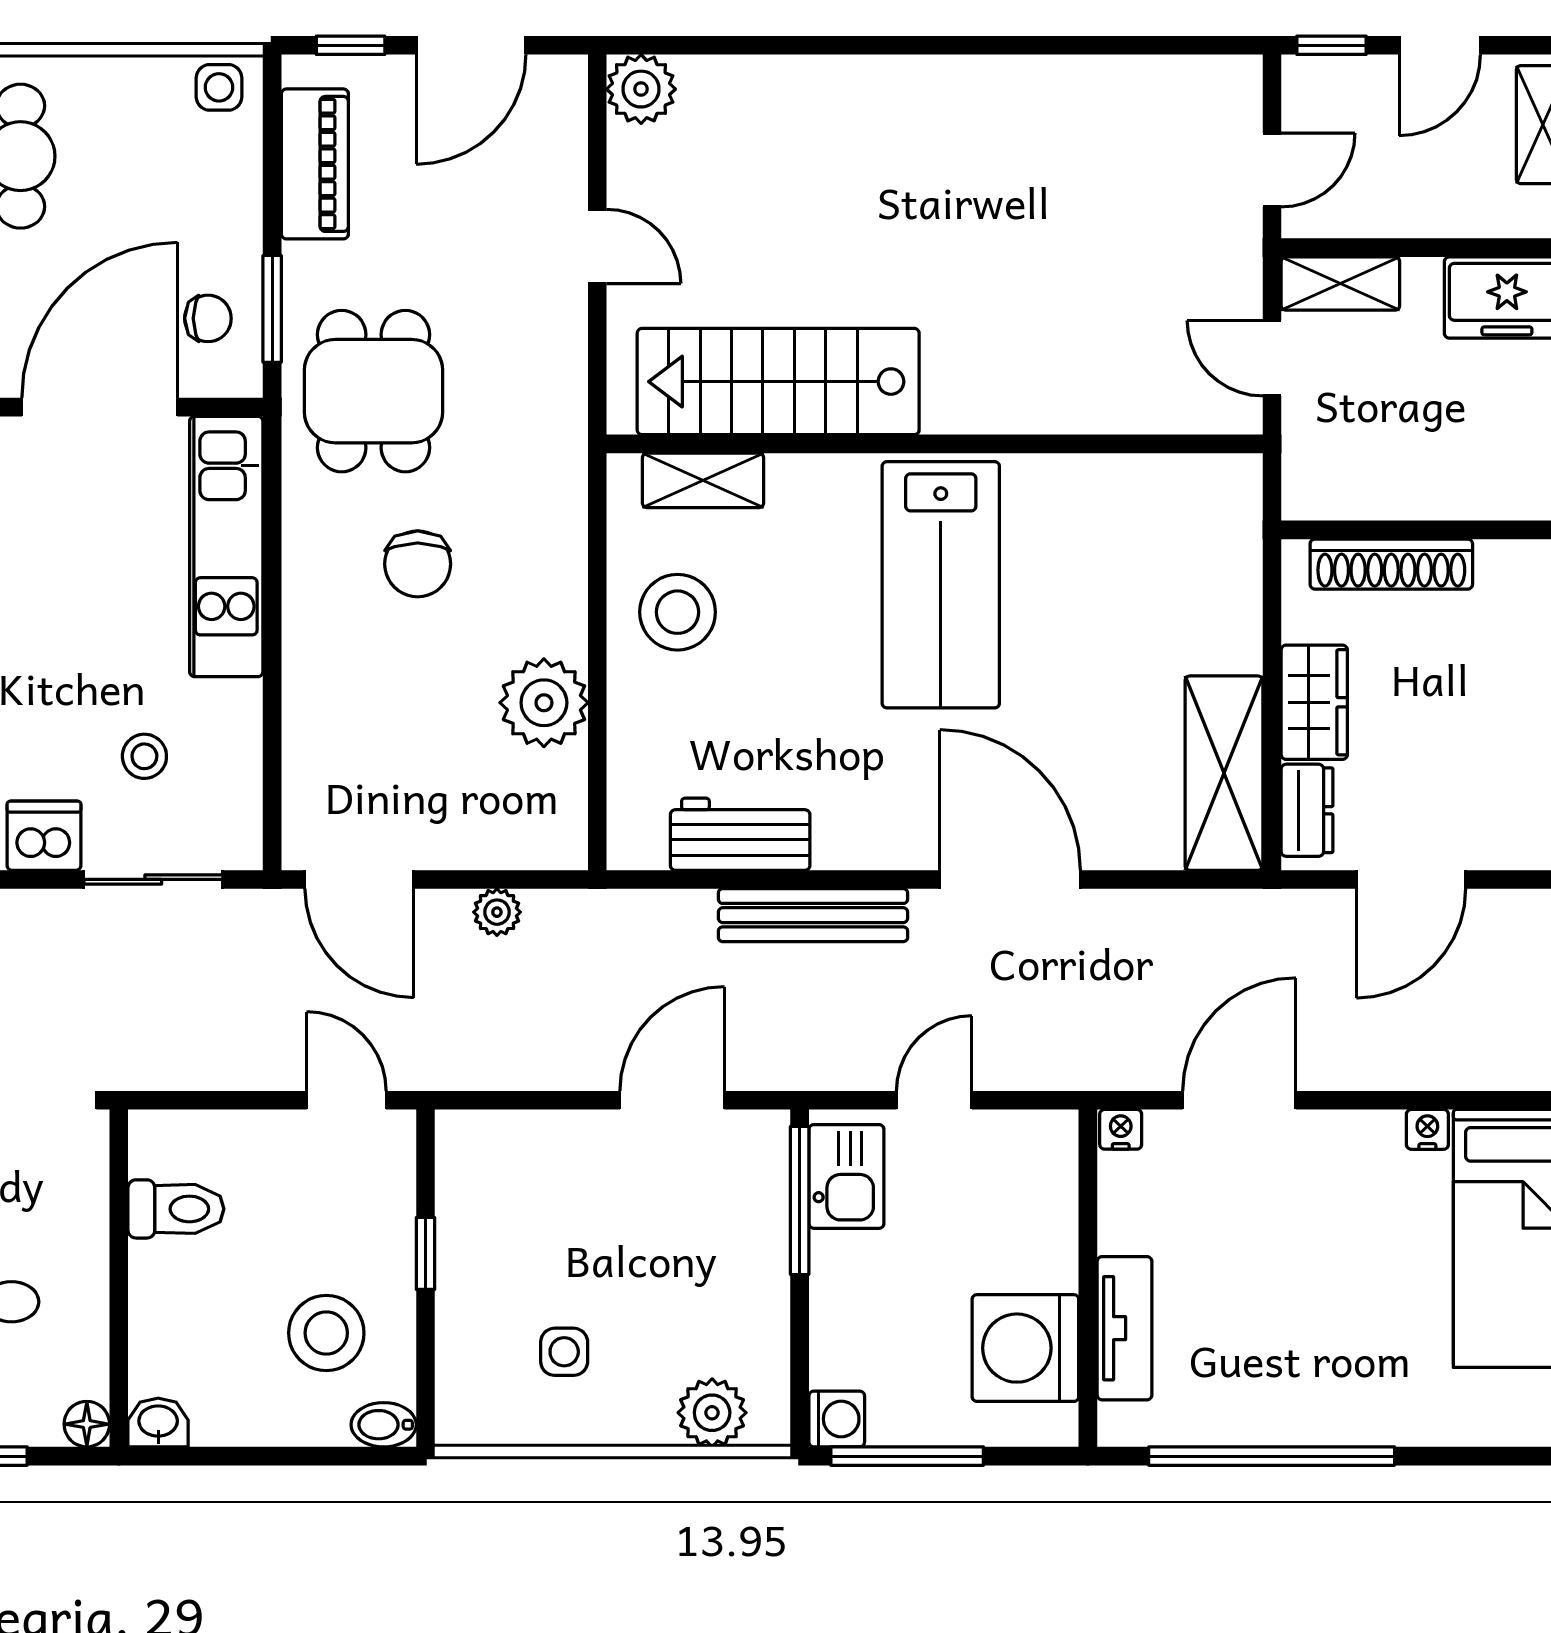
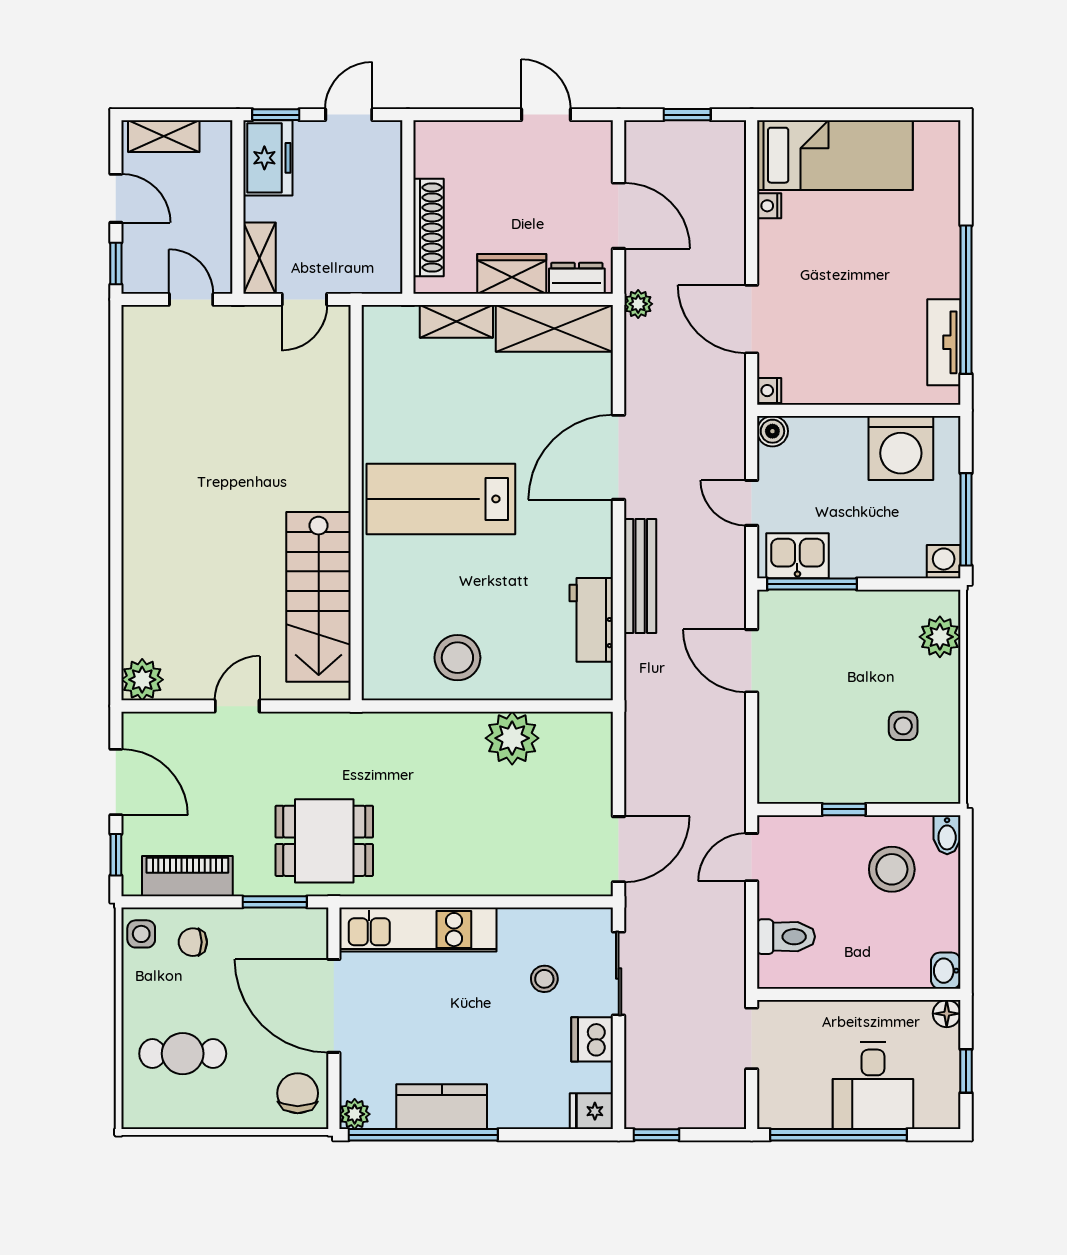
chair: (208, 318) -> (193, 942), moved, turned -90
shelving: (703, 480) -> (456, 321), moved, turned 90
chair: (418, 564) -> (428, 814), removed
lab bench: (941, 585) -> (441, 499), turned 180
plant: (497, 912) -> (638, 304), moved
boiler: (1053, 1135) -> (772, 431), added
toilet: (176, 1209) -> (786, 937), moved, turned 90
tv unit: (1124, 1328) -> (944, 342), moved, turned -90

